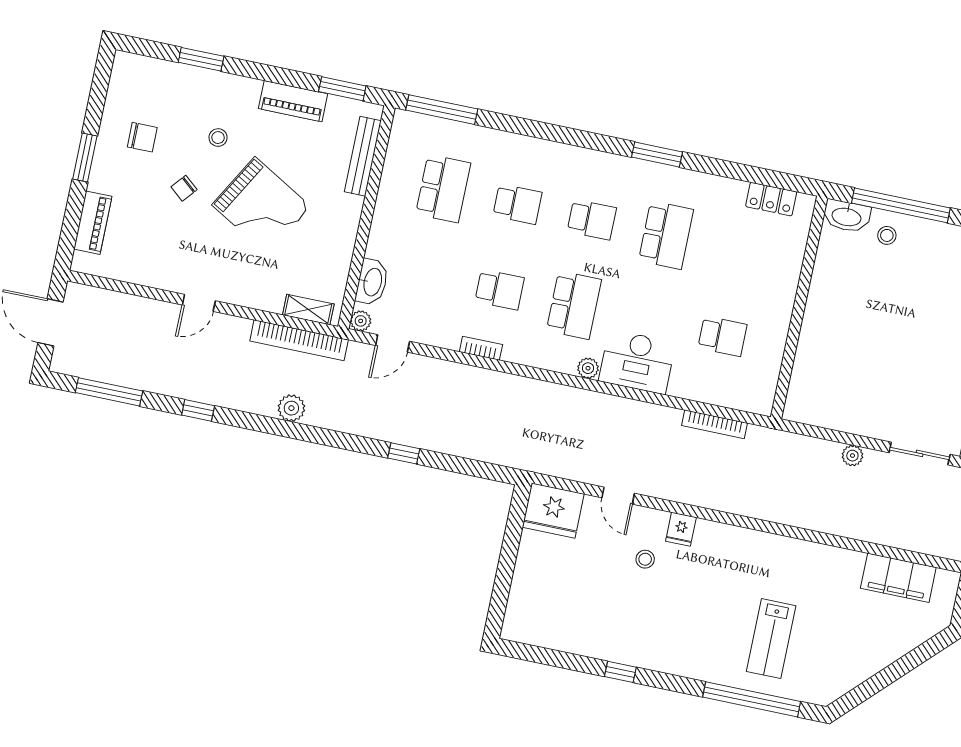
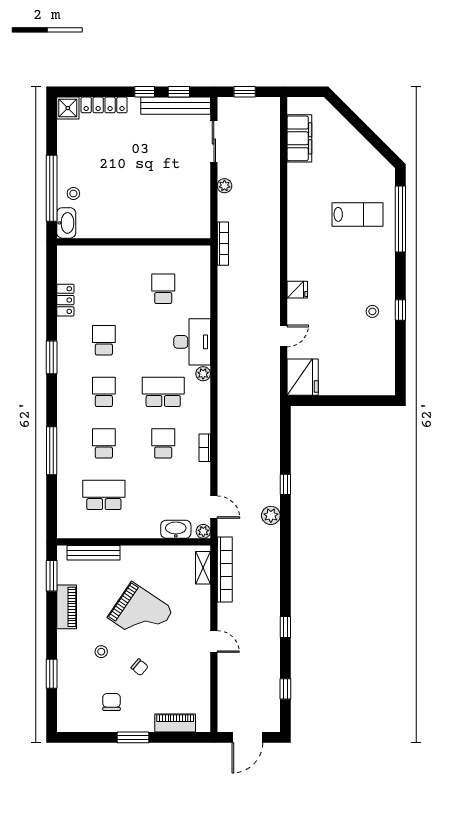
window: (442, 110) -> (52, 451), moved
locker: (771, 199) -> (65, 300), moved
grand piano: (261, 206) -> (140, 613), turned 94
school desk: (666, 235) -> (104, 340), width x0.54
window: (109, 392) -> (285, 689), width x0.46
plant: (291, 408) -> (271, 515), moved
bookcase: (715, 424) -> (223, 244), moved
stool: (645, 559) -> (372, 311), moved

